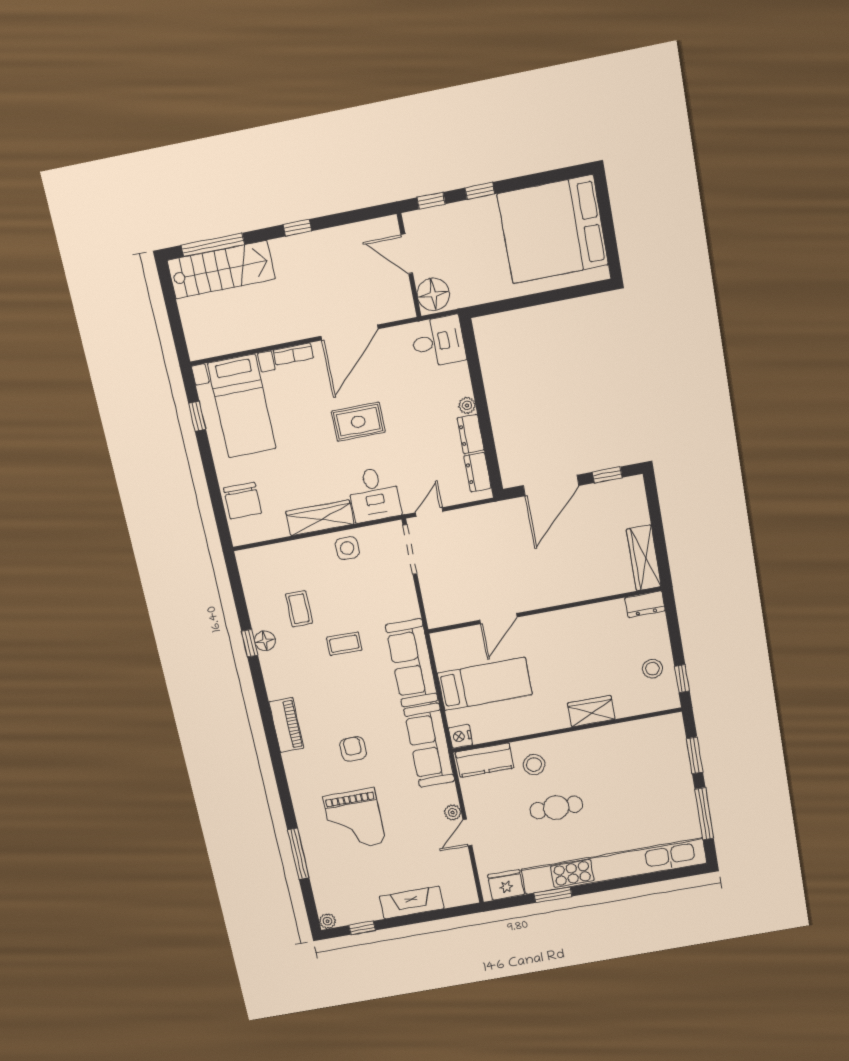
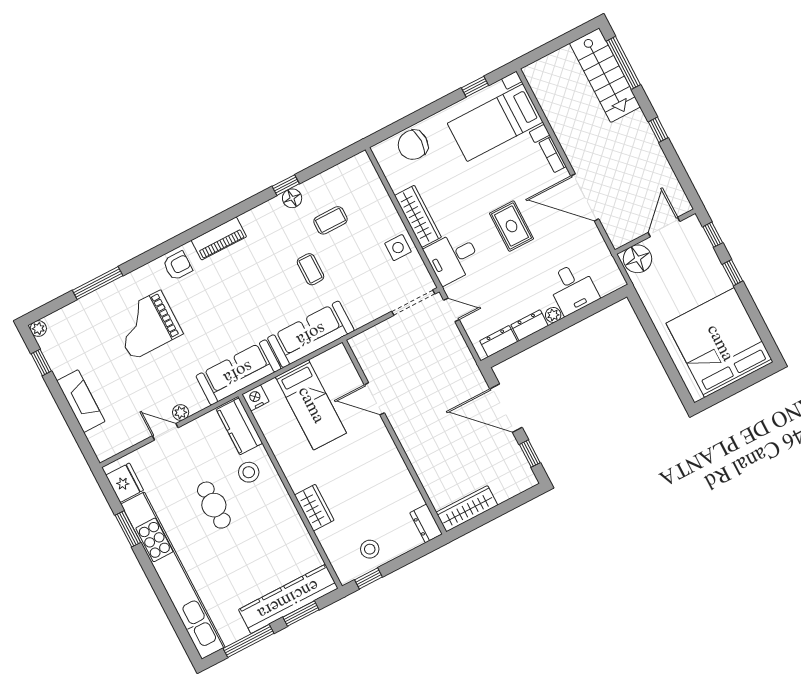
desk: (438, 342) -> (573, 288), moved
armchair: (353, 749) -> (178, 266), moved
kitchen counter: (675, 763) -> (288, 599), added

